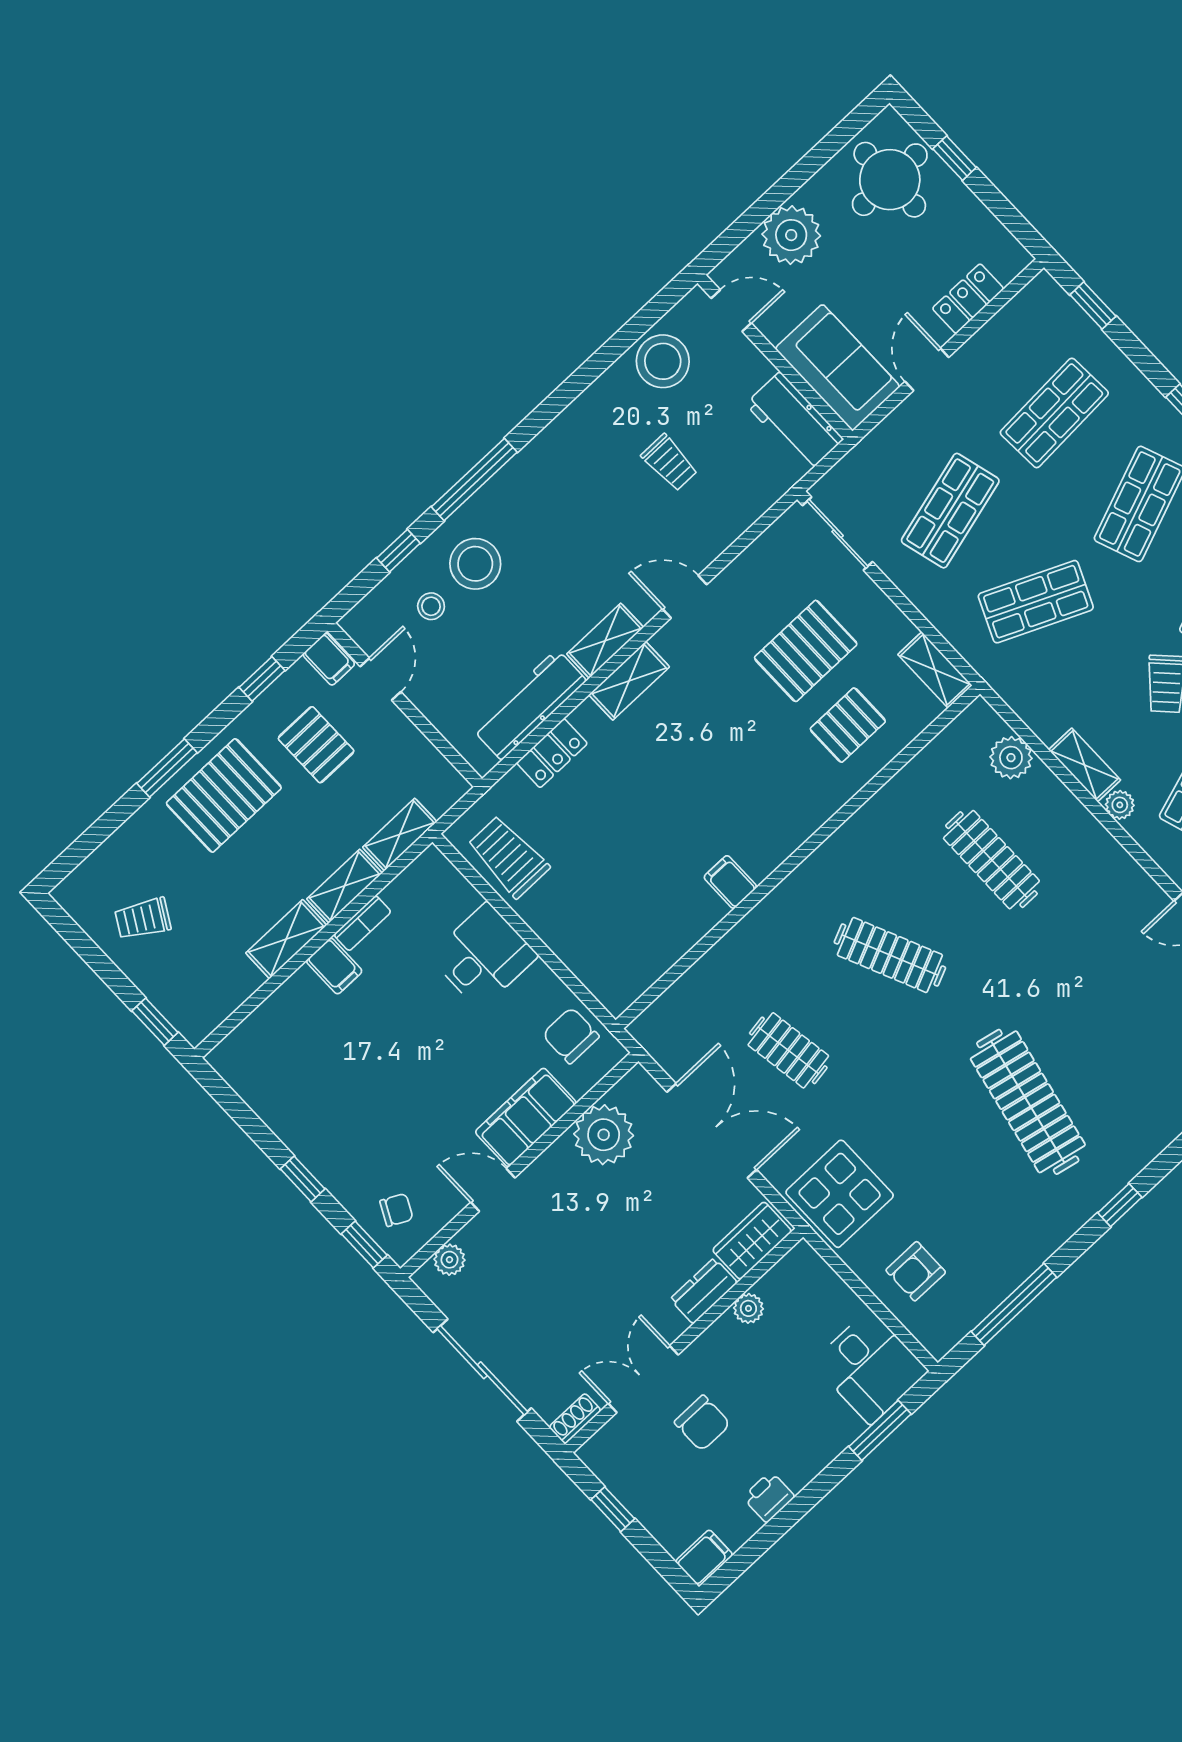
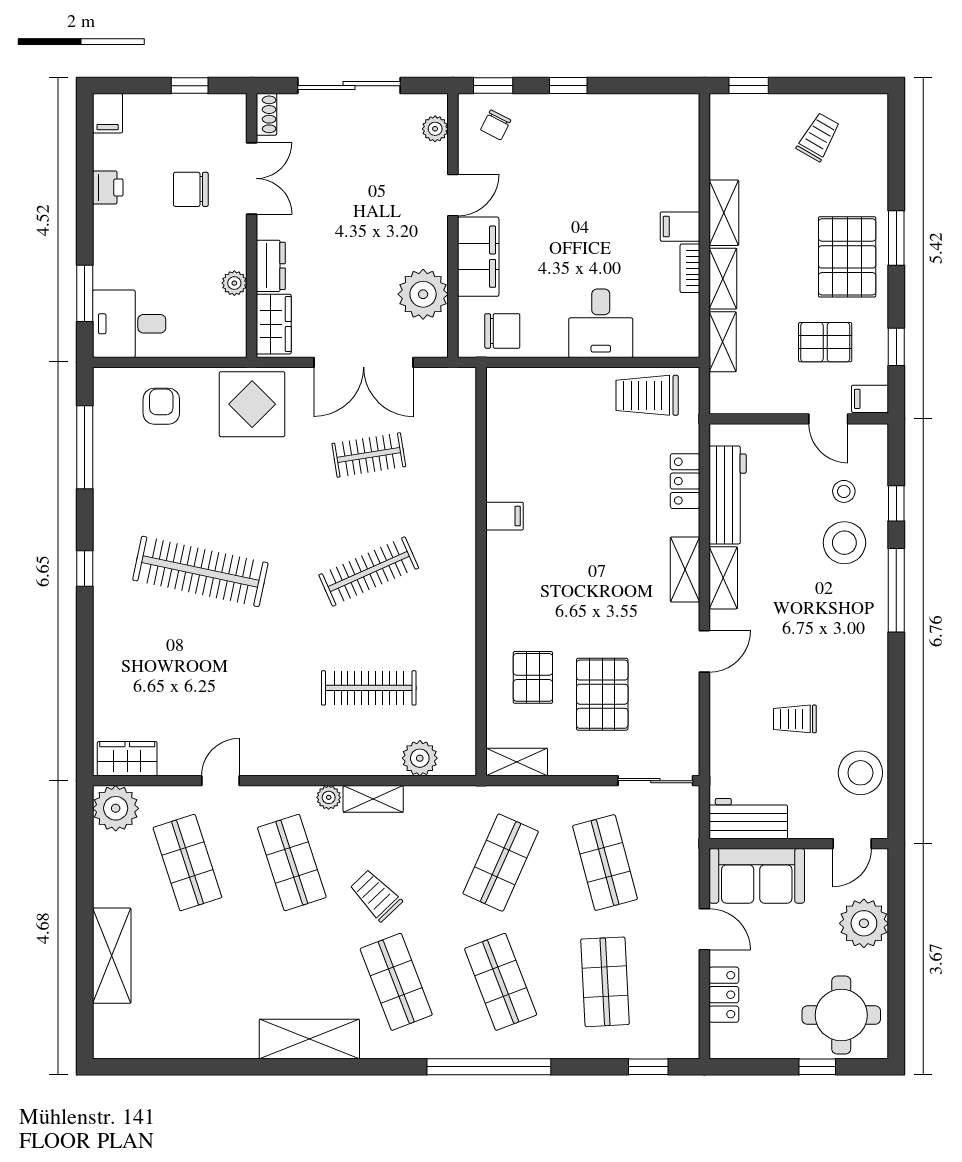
trolley: (508, 857) -> (647, 395), turned 180

